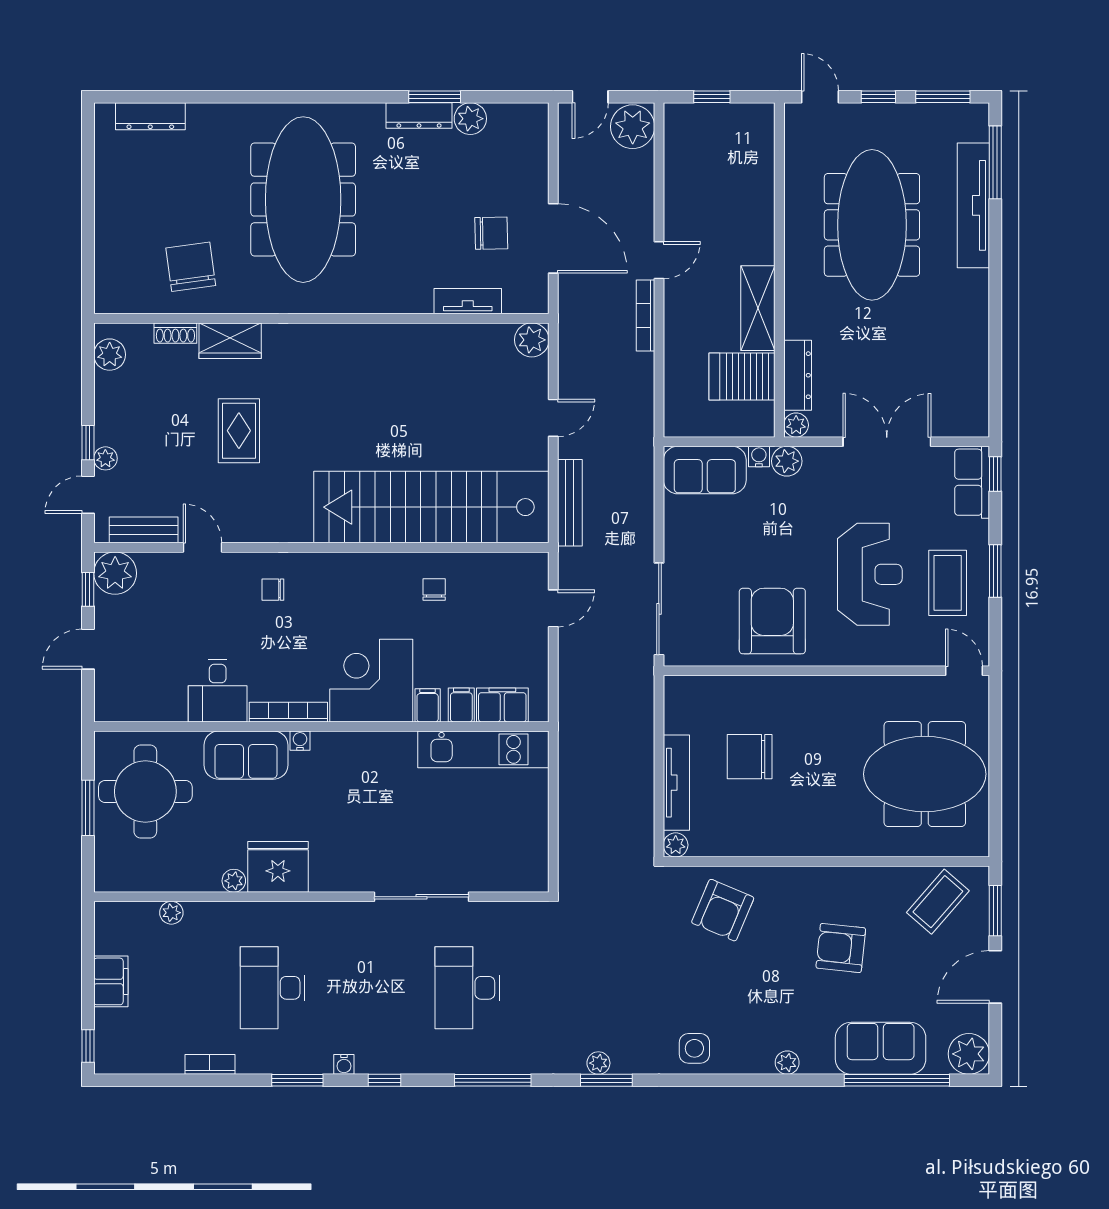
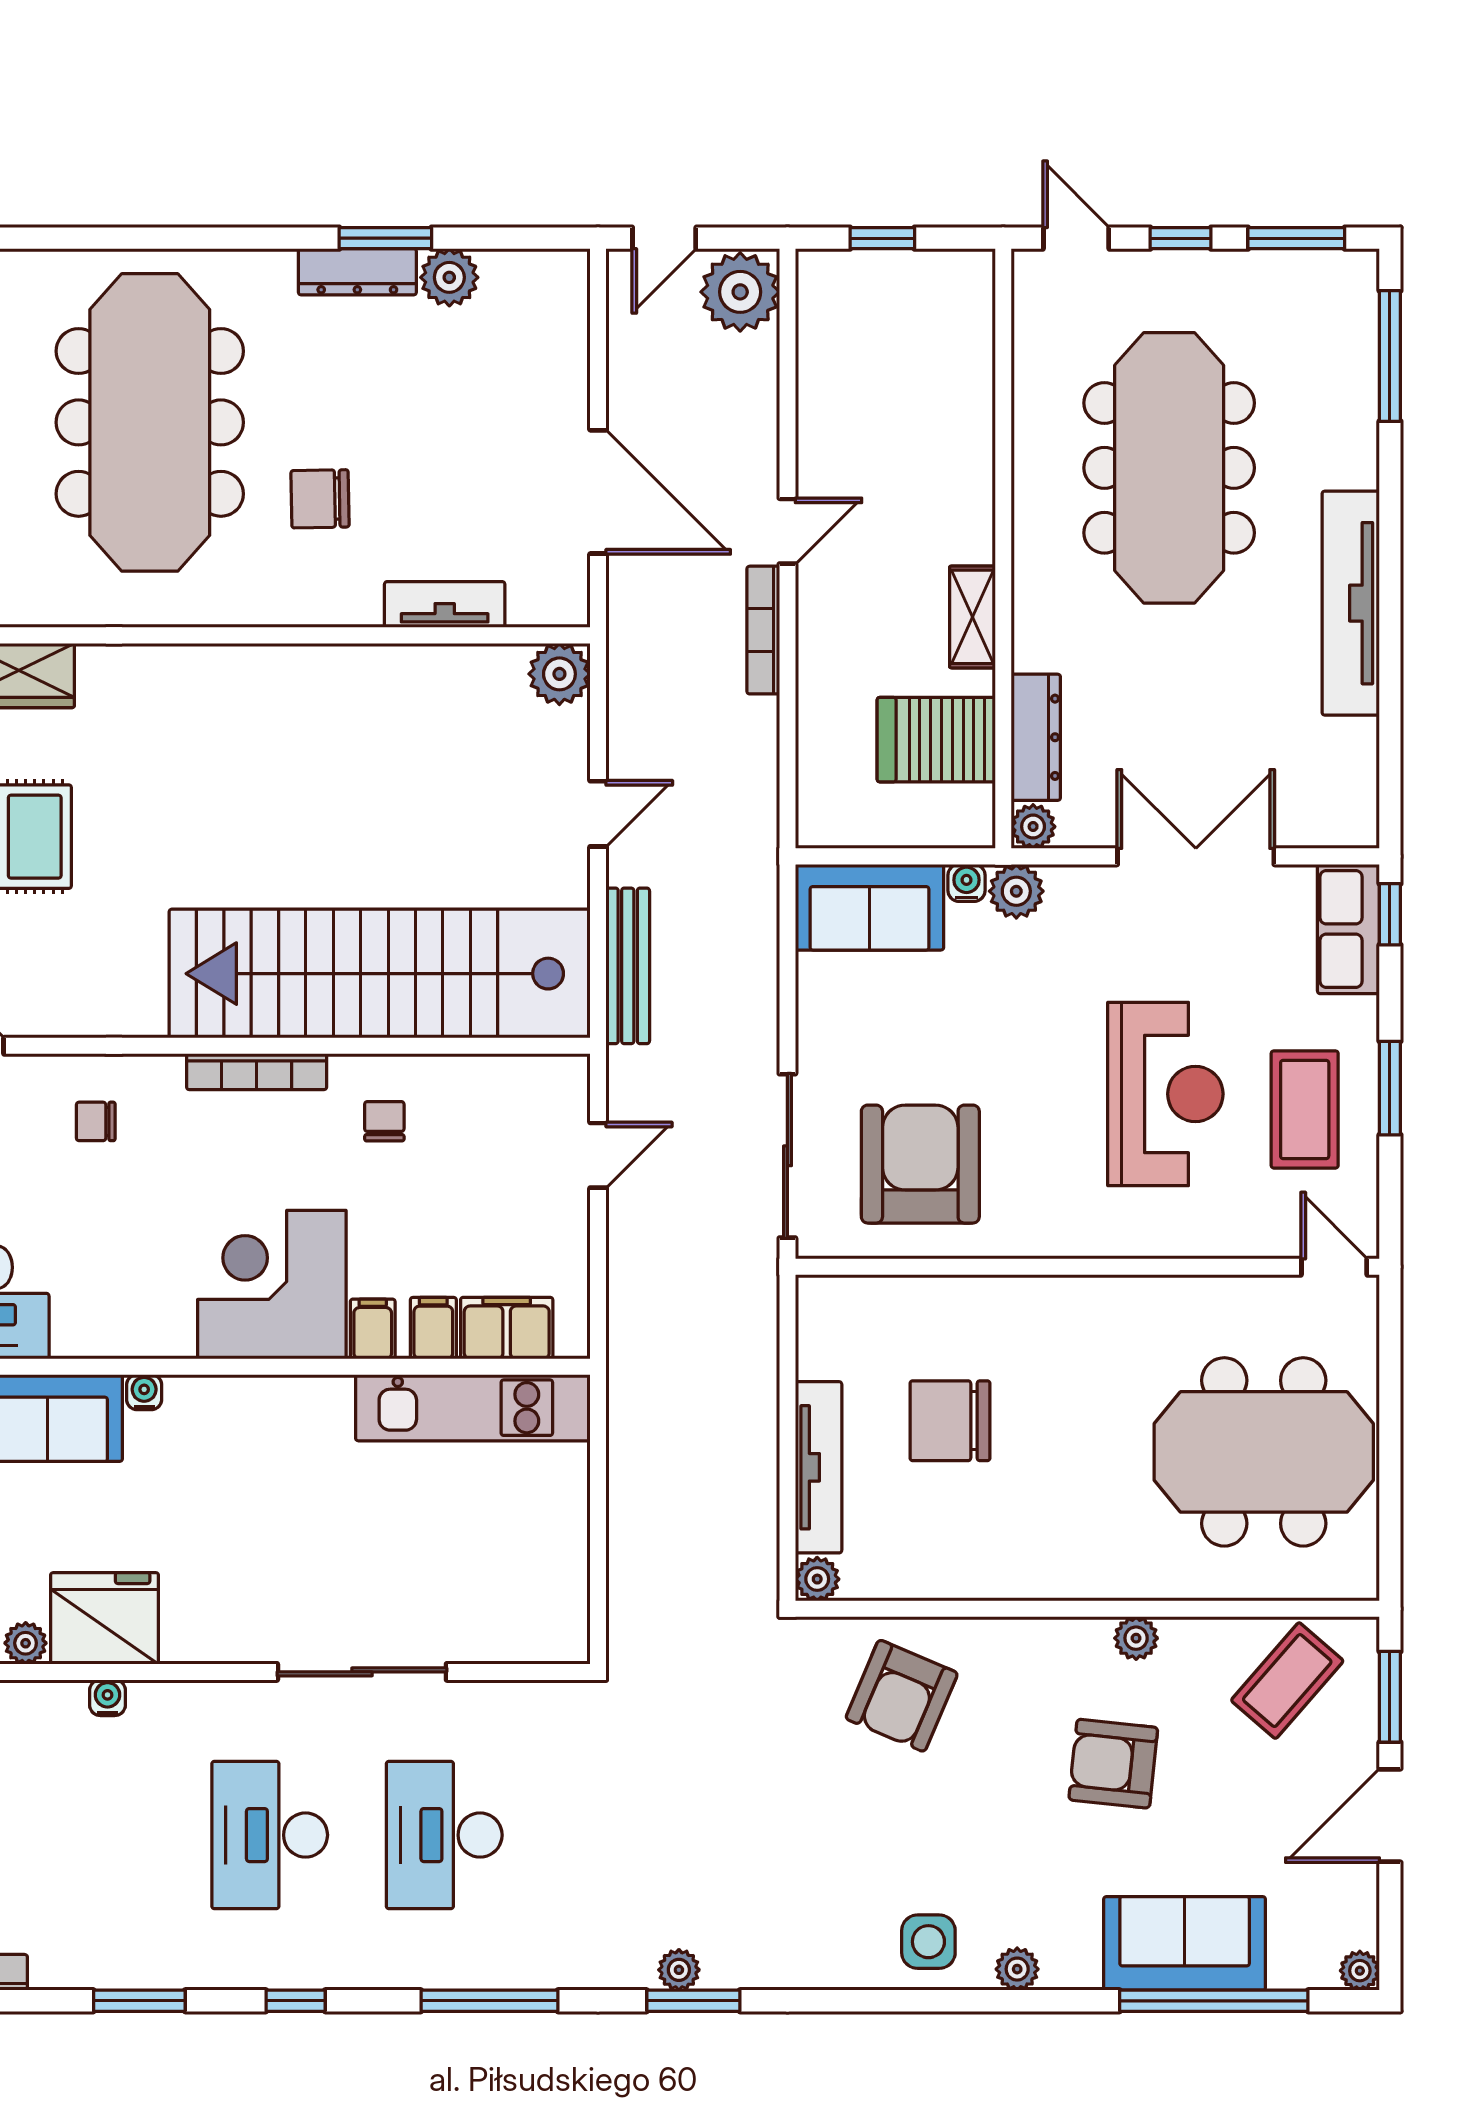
tv unit: (973, 205) -> (1351, 603), moved
chair: (491, 233) -> (320, 499), moved, turned 180
shelving: (758, 308) -> (972, 617), width x0.67, depth x0.75
armchair: (772, 621) -> (920, 1164), moved
bookcase: (288, 712) -> (257, 1072), moved, turned 180
plant: (854, 878) -> (1136, 1638), added
desk: (273, 988) -> (270, 1835), moved
side table: (694, 1048) -> (928, 1942), moved
plant: (969, 1054) -> (1360, 1971), width x0.53, depth x0.53
water cooler: (344, 1064) -> (107, 1698), moved, turned 180

